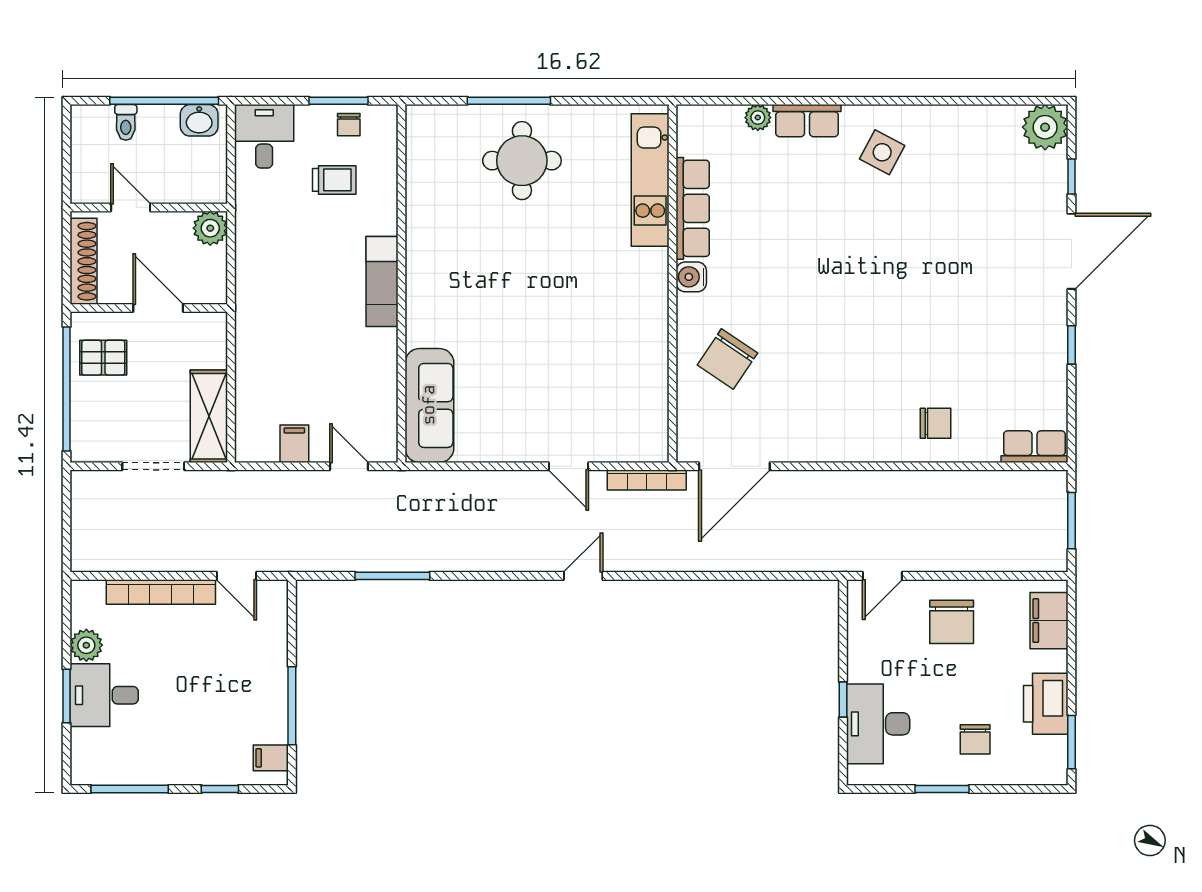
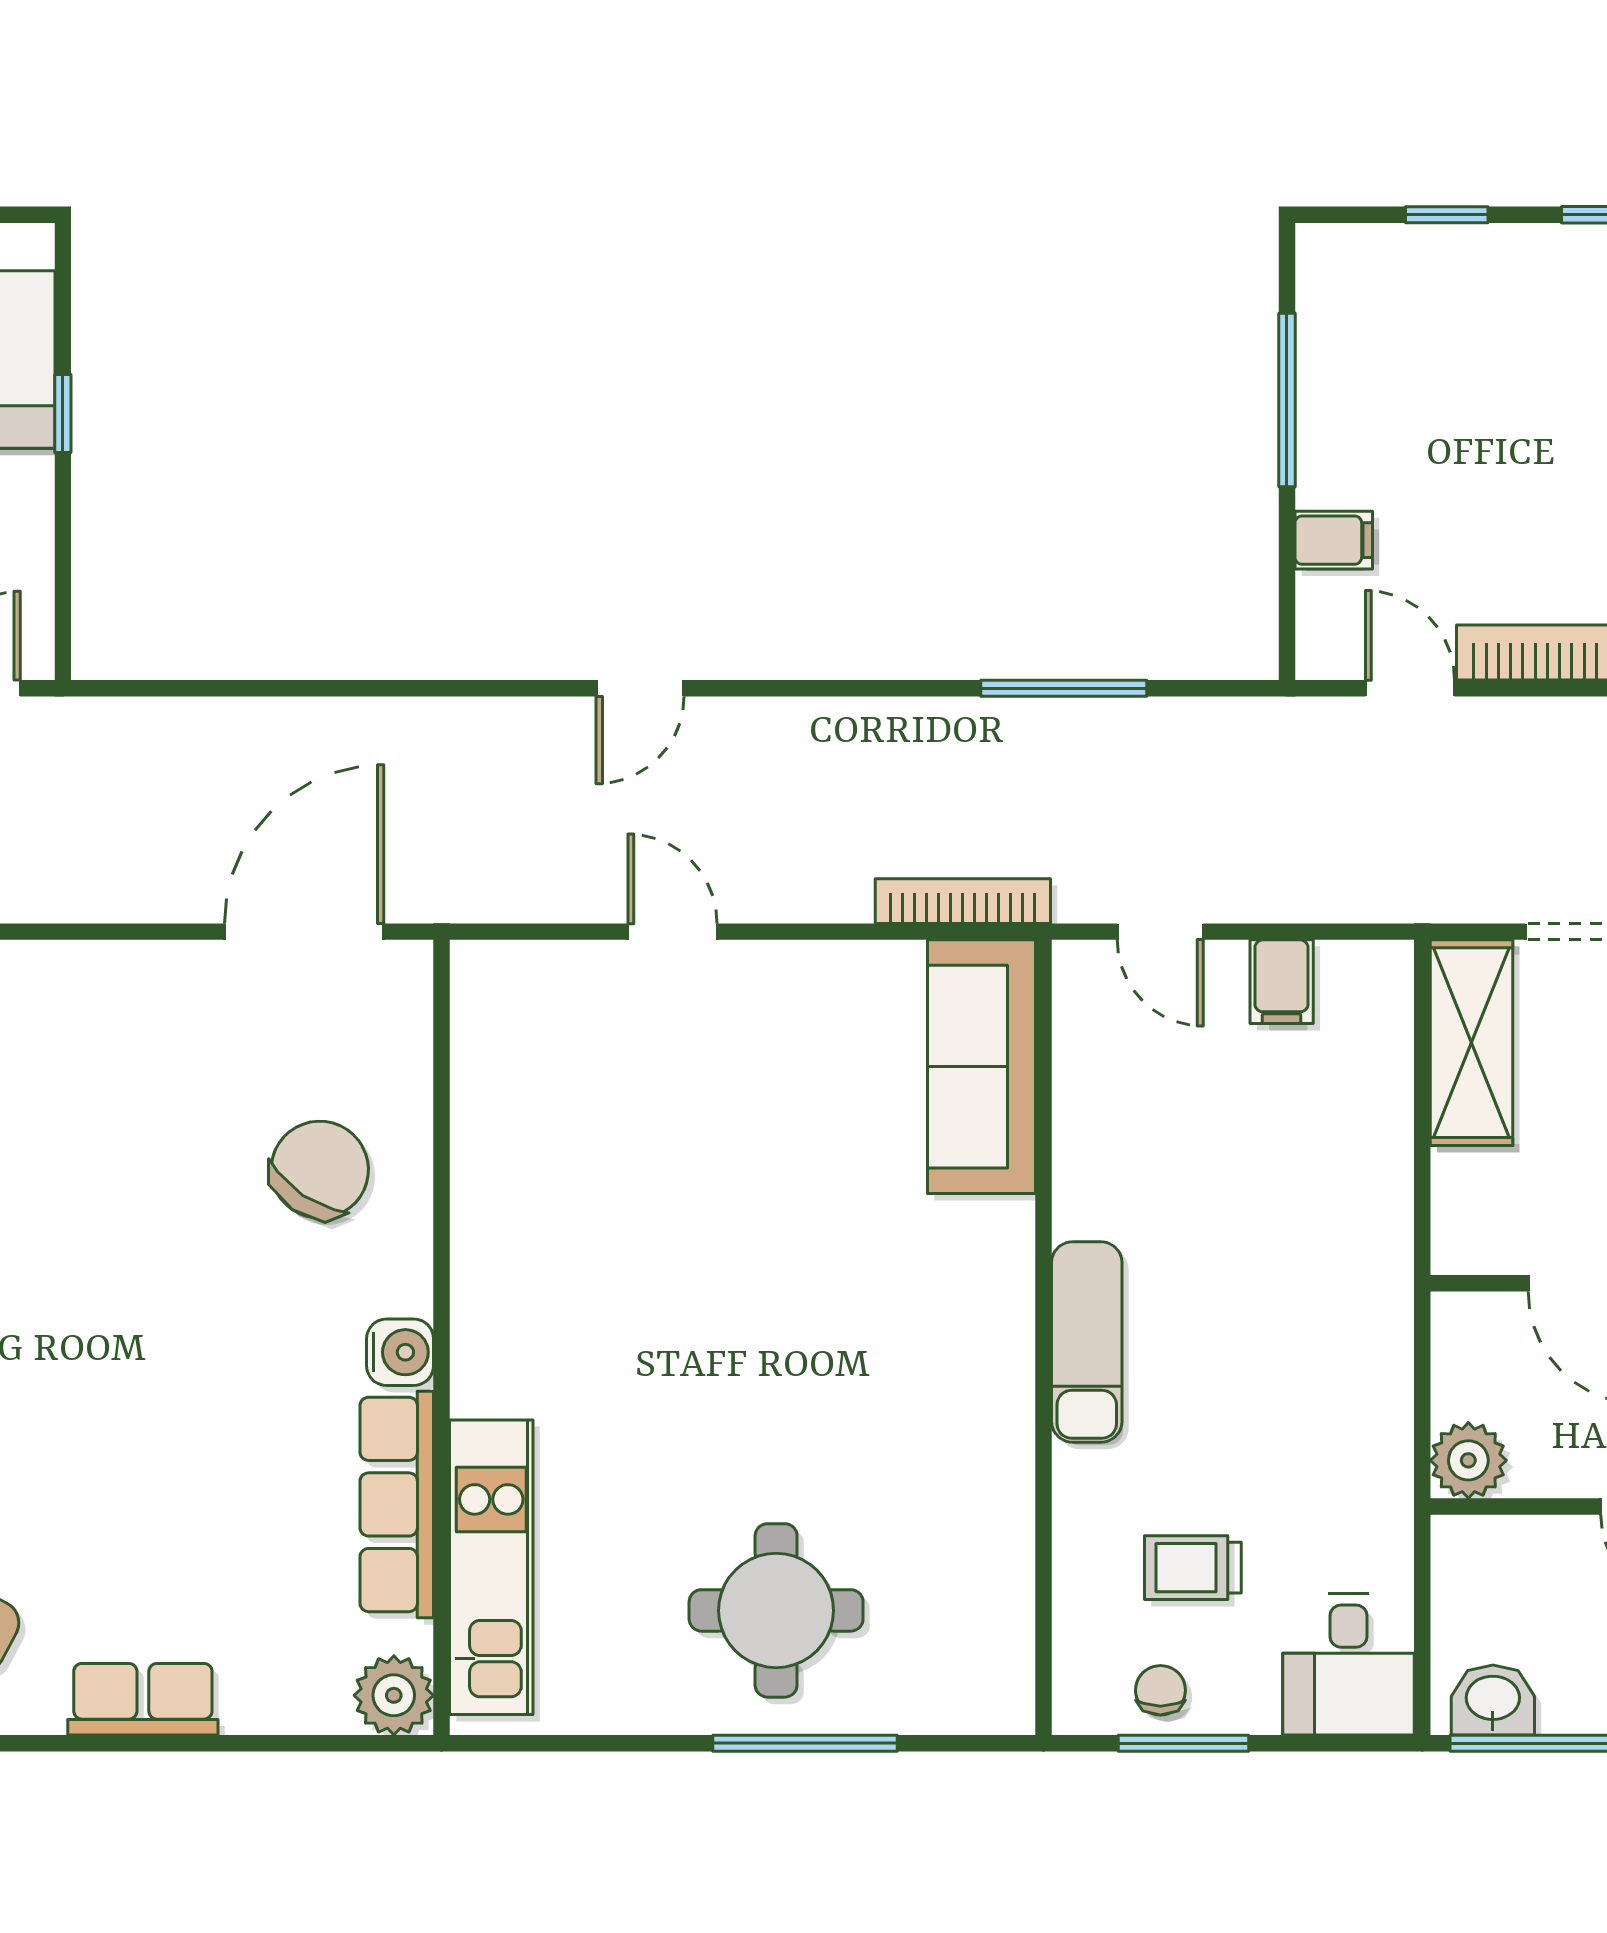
plant: (758, 118) -> (394, 1695), moved, width x1.38, depth x1.38
bookcase: (647, 480) -> (963, 901), moved
filing cabinet: (271, 758) -> (1334, 540), moved

